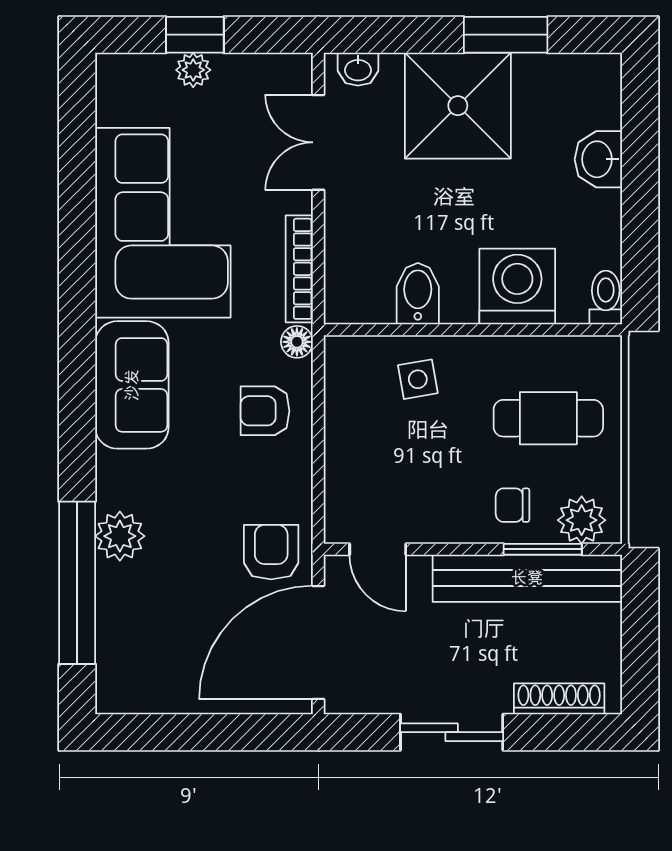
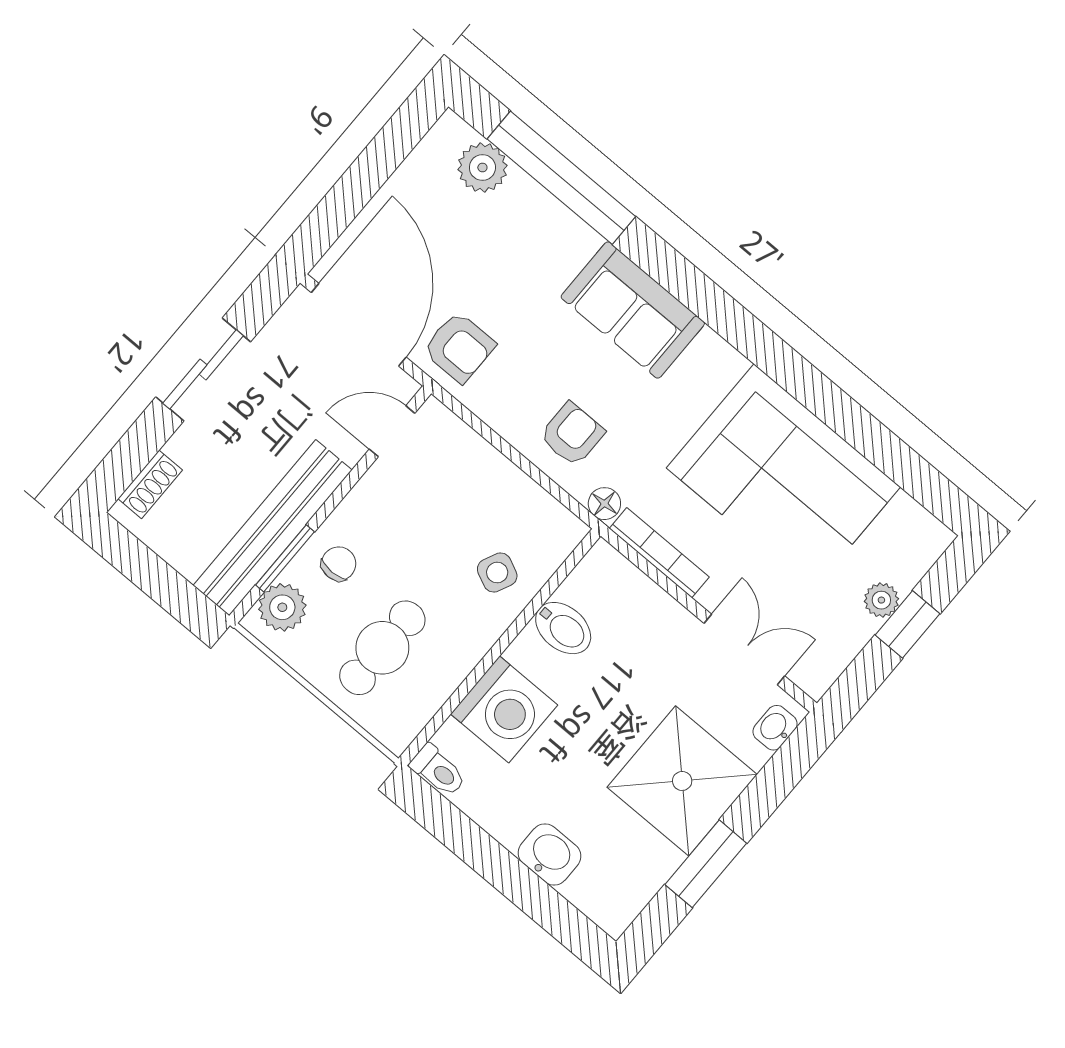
side table: (418, 379) -> (497, 572), turned 35
sofa: (132, 385) -> (633, 310), moved
plant: (120, 536) -> (482, 167), moved
shoe rack: (559, 699) -> (150, 484), width x0.70

